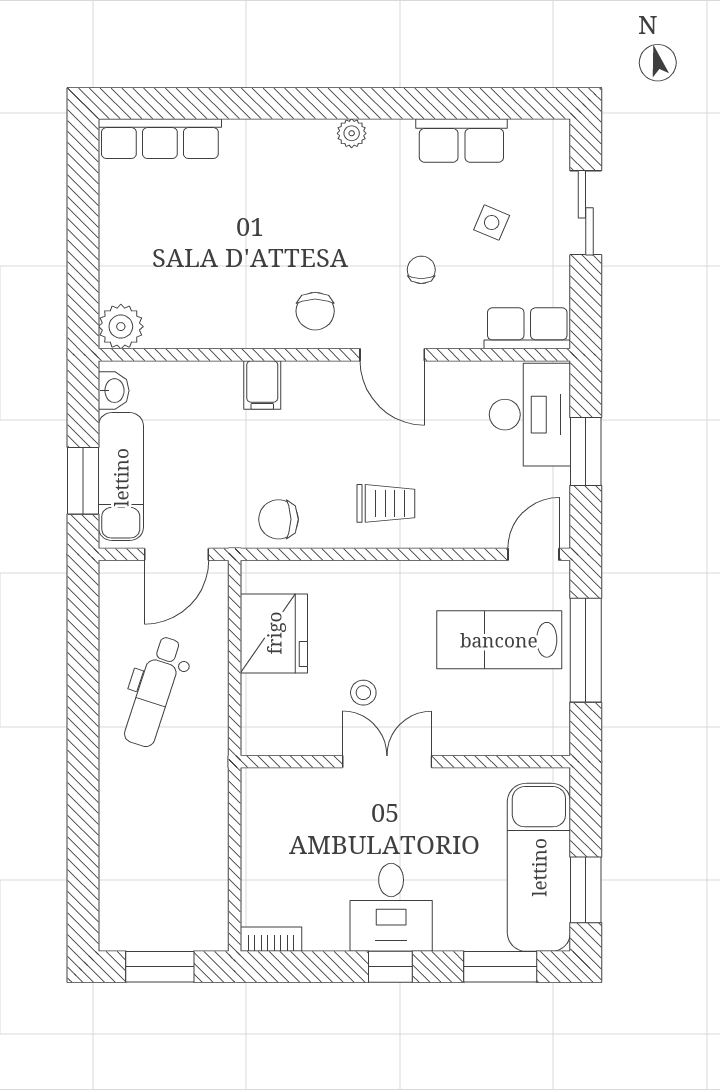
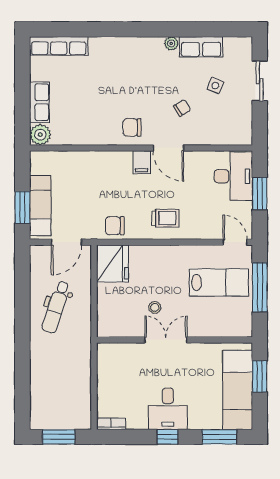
plant: (352, 133) -> (171, 43), moved
chair: (421, 270) -> (182, 108), turned 58
chair: (315, 311) -> (132, 127), turned 90
row of seats: (527, 328) -> (39, 102), moved, turned 90
filing cabinet: (262, 385) -> (142, 162), moved
washbasin: (114, 391) -> (37, 165), removed
door: (534, 554) -> (235, 242), hinge flipped
fridge: (274, 633) -> (113, 264), moved
lab bench: (499, 640) -> (219, 283), turned 180
window: (586, 890) -> (260, 376), moved

